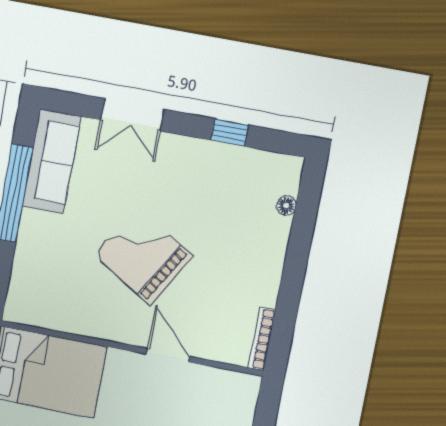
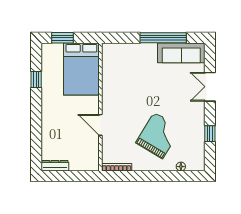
grand piano: (143, 256) -> (158, 136), moved
door: (168, 355) -> (100, 125), swing flipped

